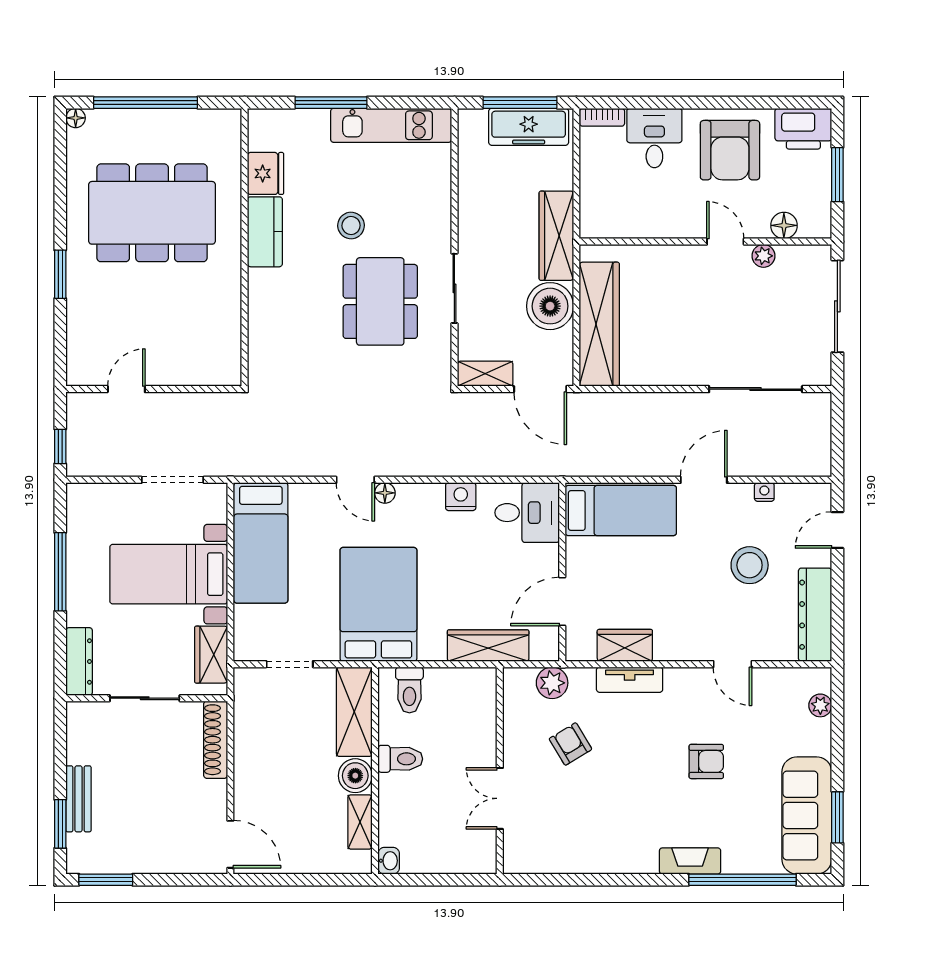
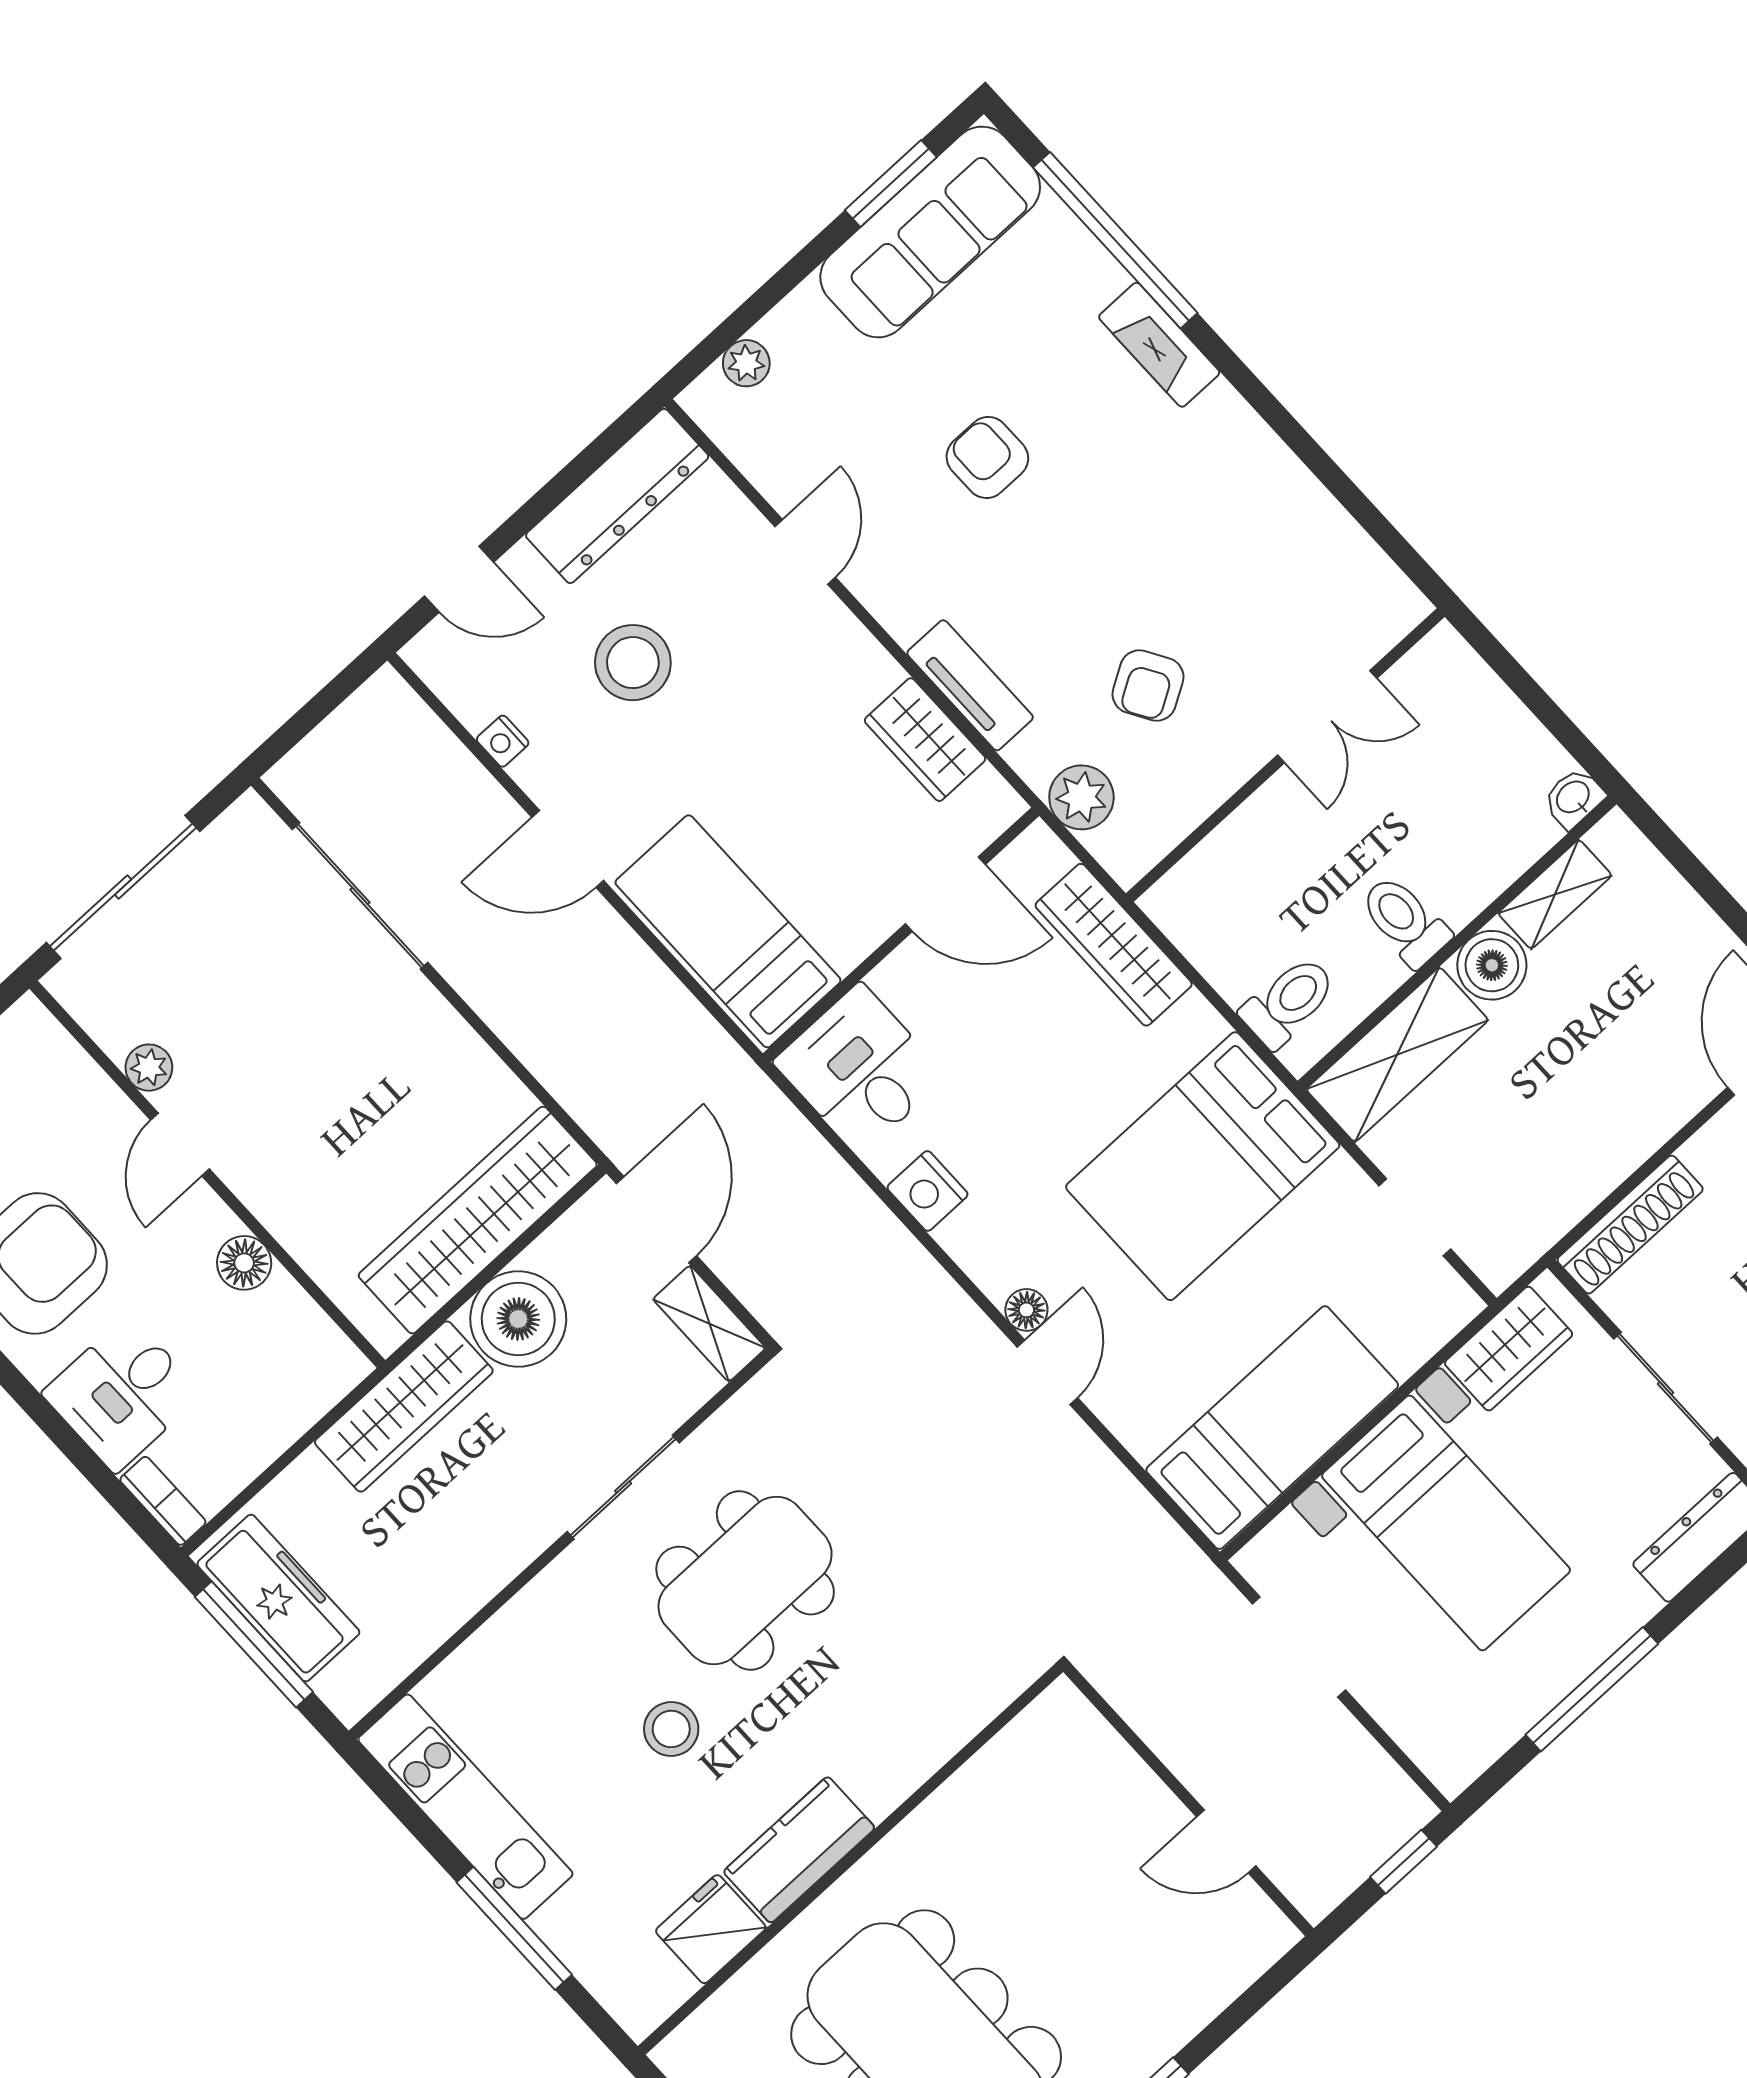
floor lamp: (784, 225) -> (244, 1263), moved

